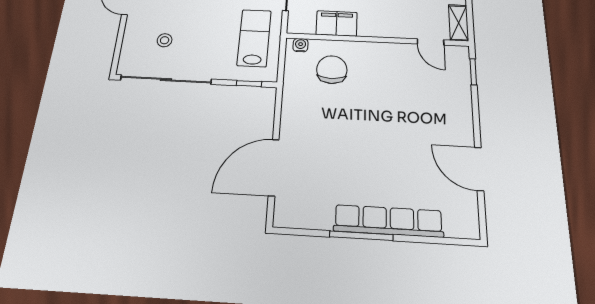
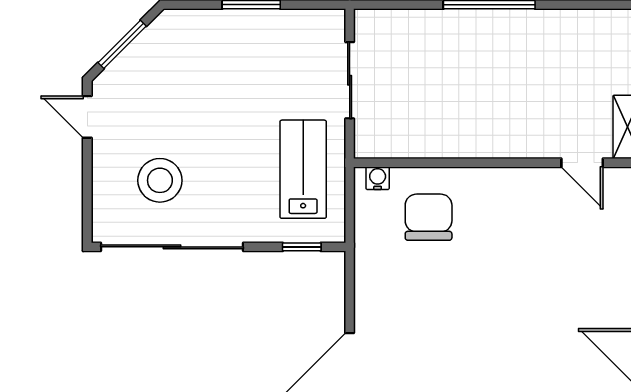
filing cabinet: (337, 23) -> (433, 137), removed
stool: (165, 40) -> (160, 180), width x1.89, depth x1.89

